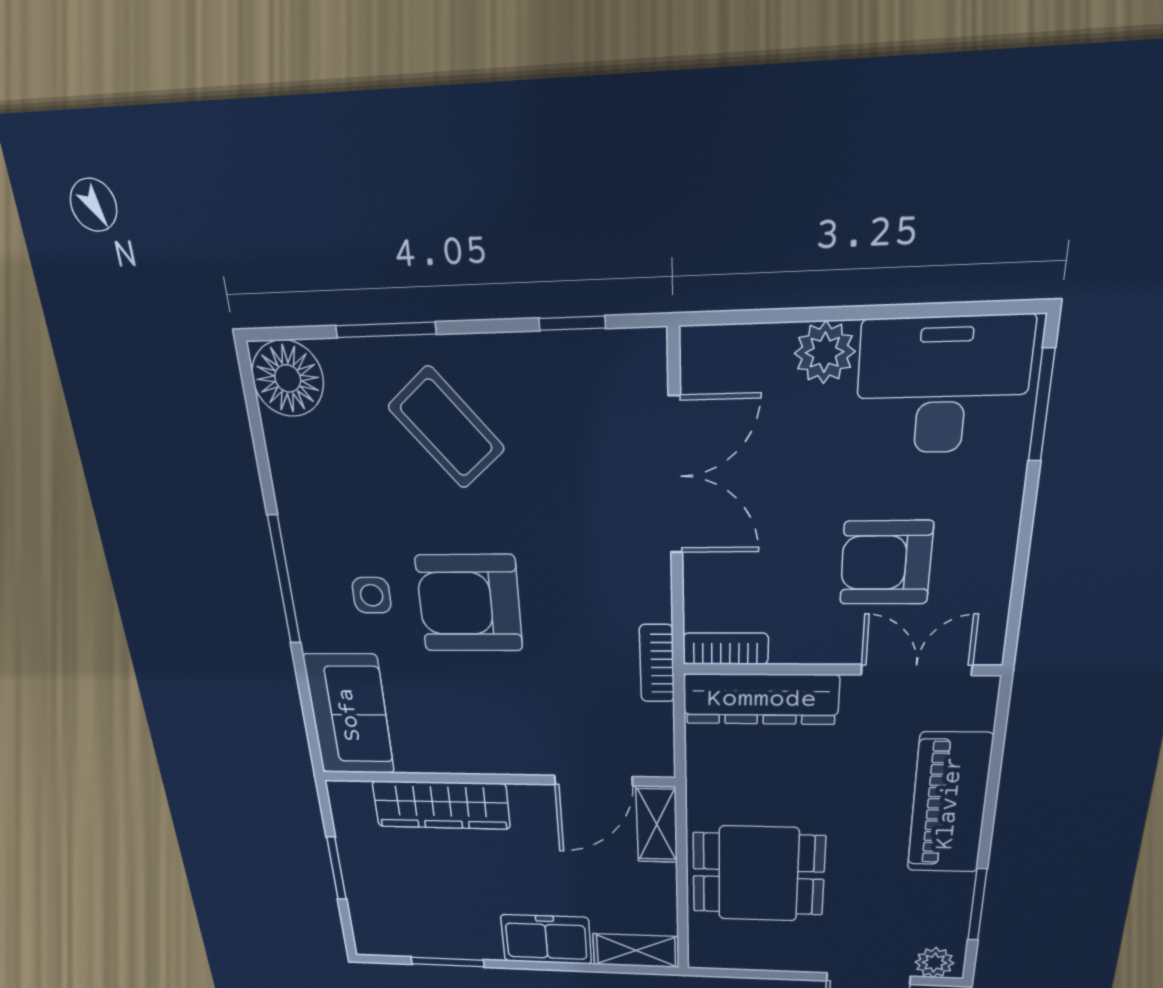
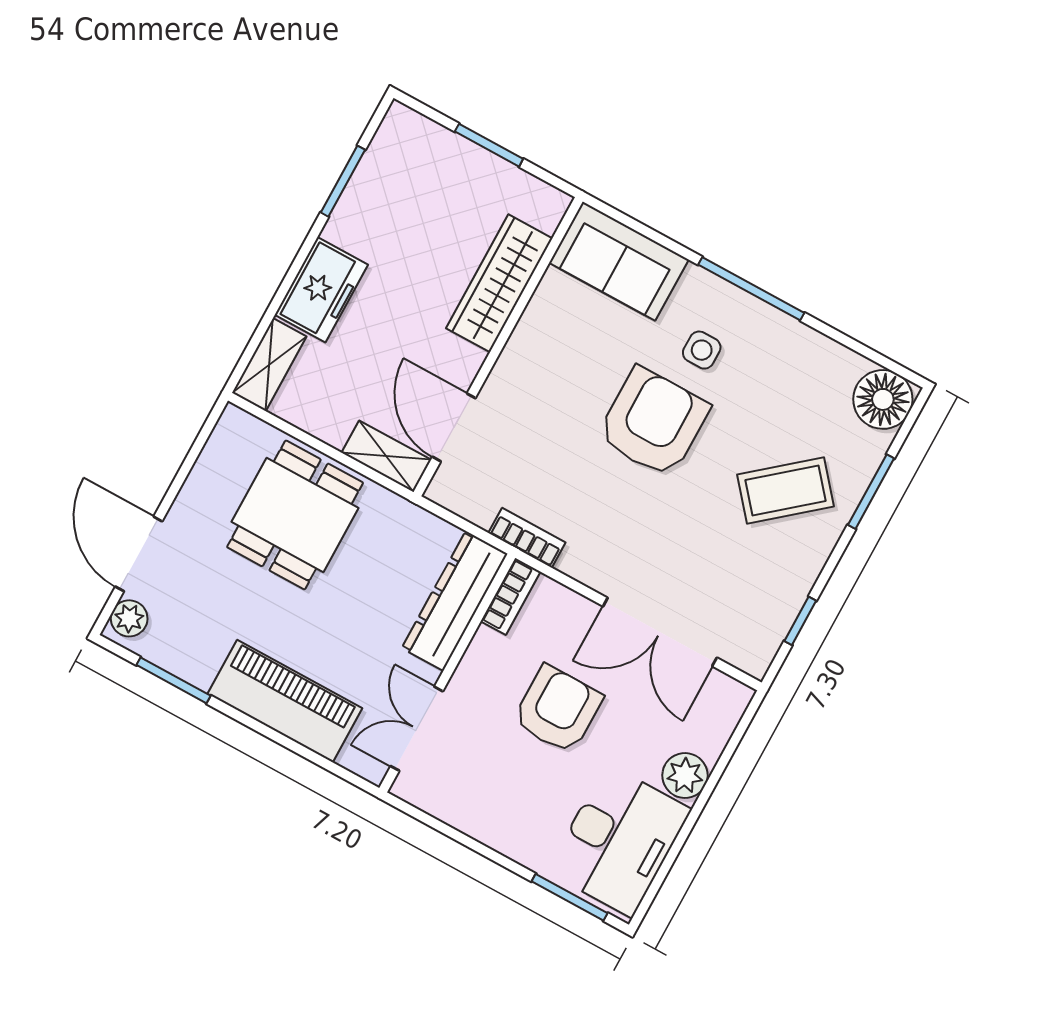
armchair: (886, 563) -> (558, 709), moved
double door: (916, 670) -> (417, 729), swing flipped

